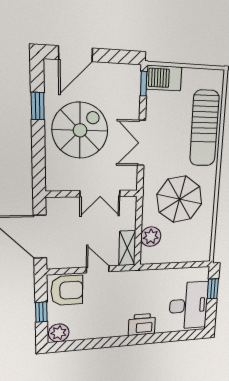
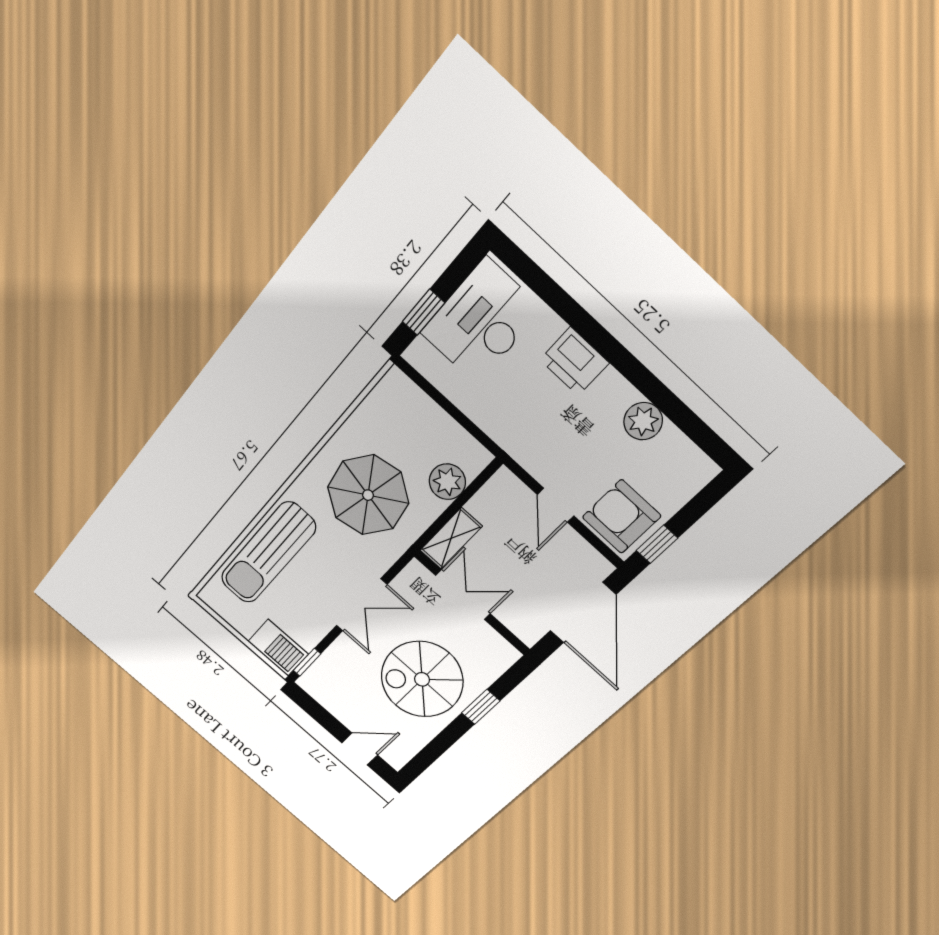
door: (76, 54) -> (360, 749), width x0.73
window: (38, 106) -> (481, 707), moved
sun lounger: (204, 128) -> (268, 553), turned 180
shelving: (127, 248) -> (451, 538), moved
window: (41, 312) -> (657, 544), moved
plant: (59, 333) -> (643, 421), moved

